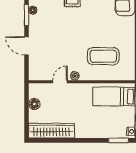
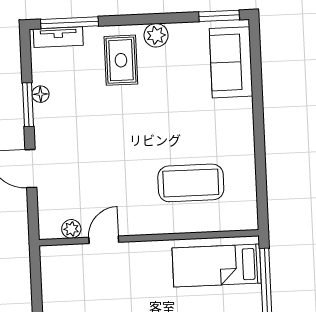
plant: (75, 76) -> (71, 229), moved
floor lamp: (34, 104) -> (53, 288), removed

